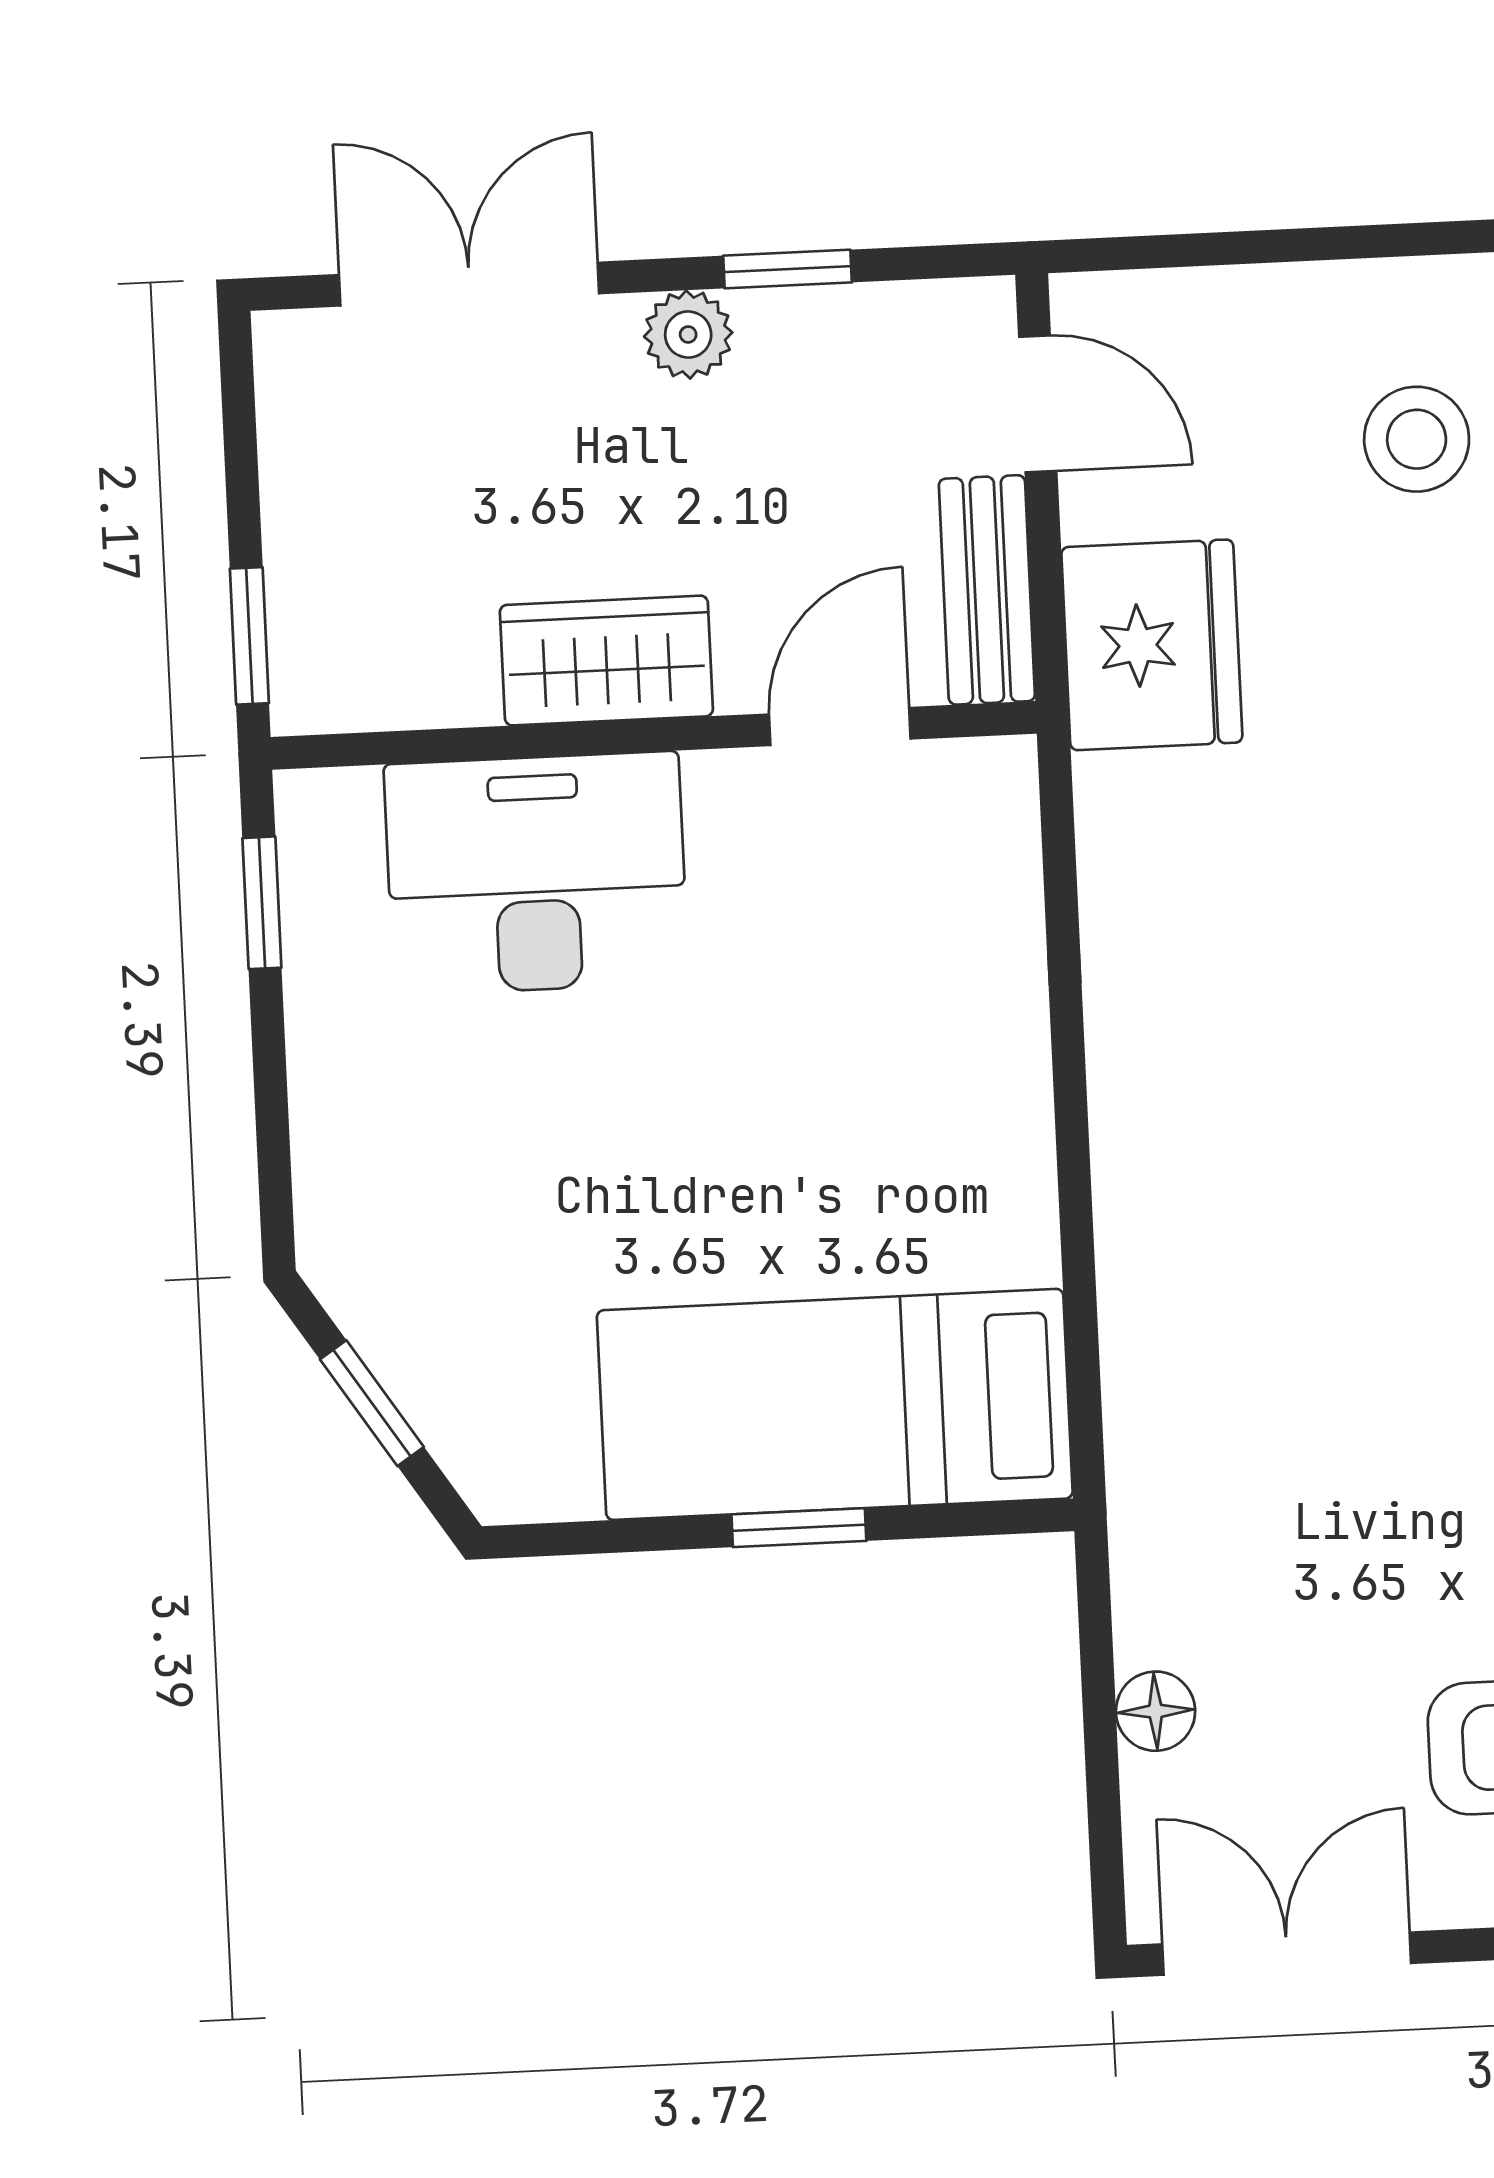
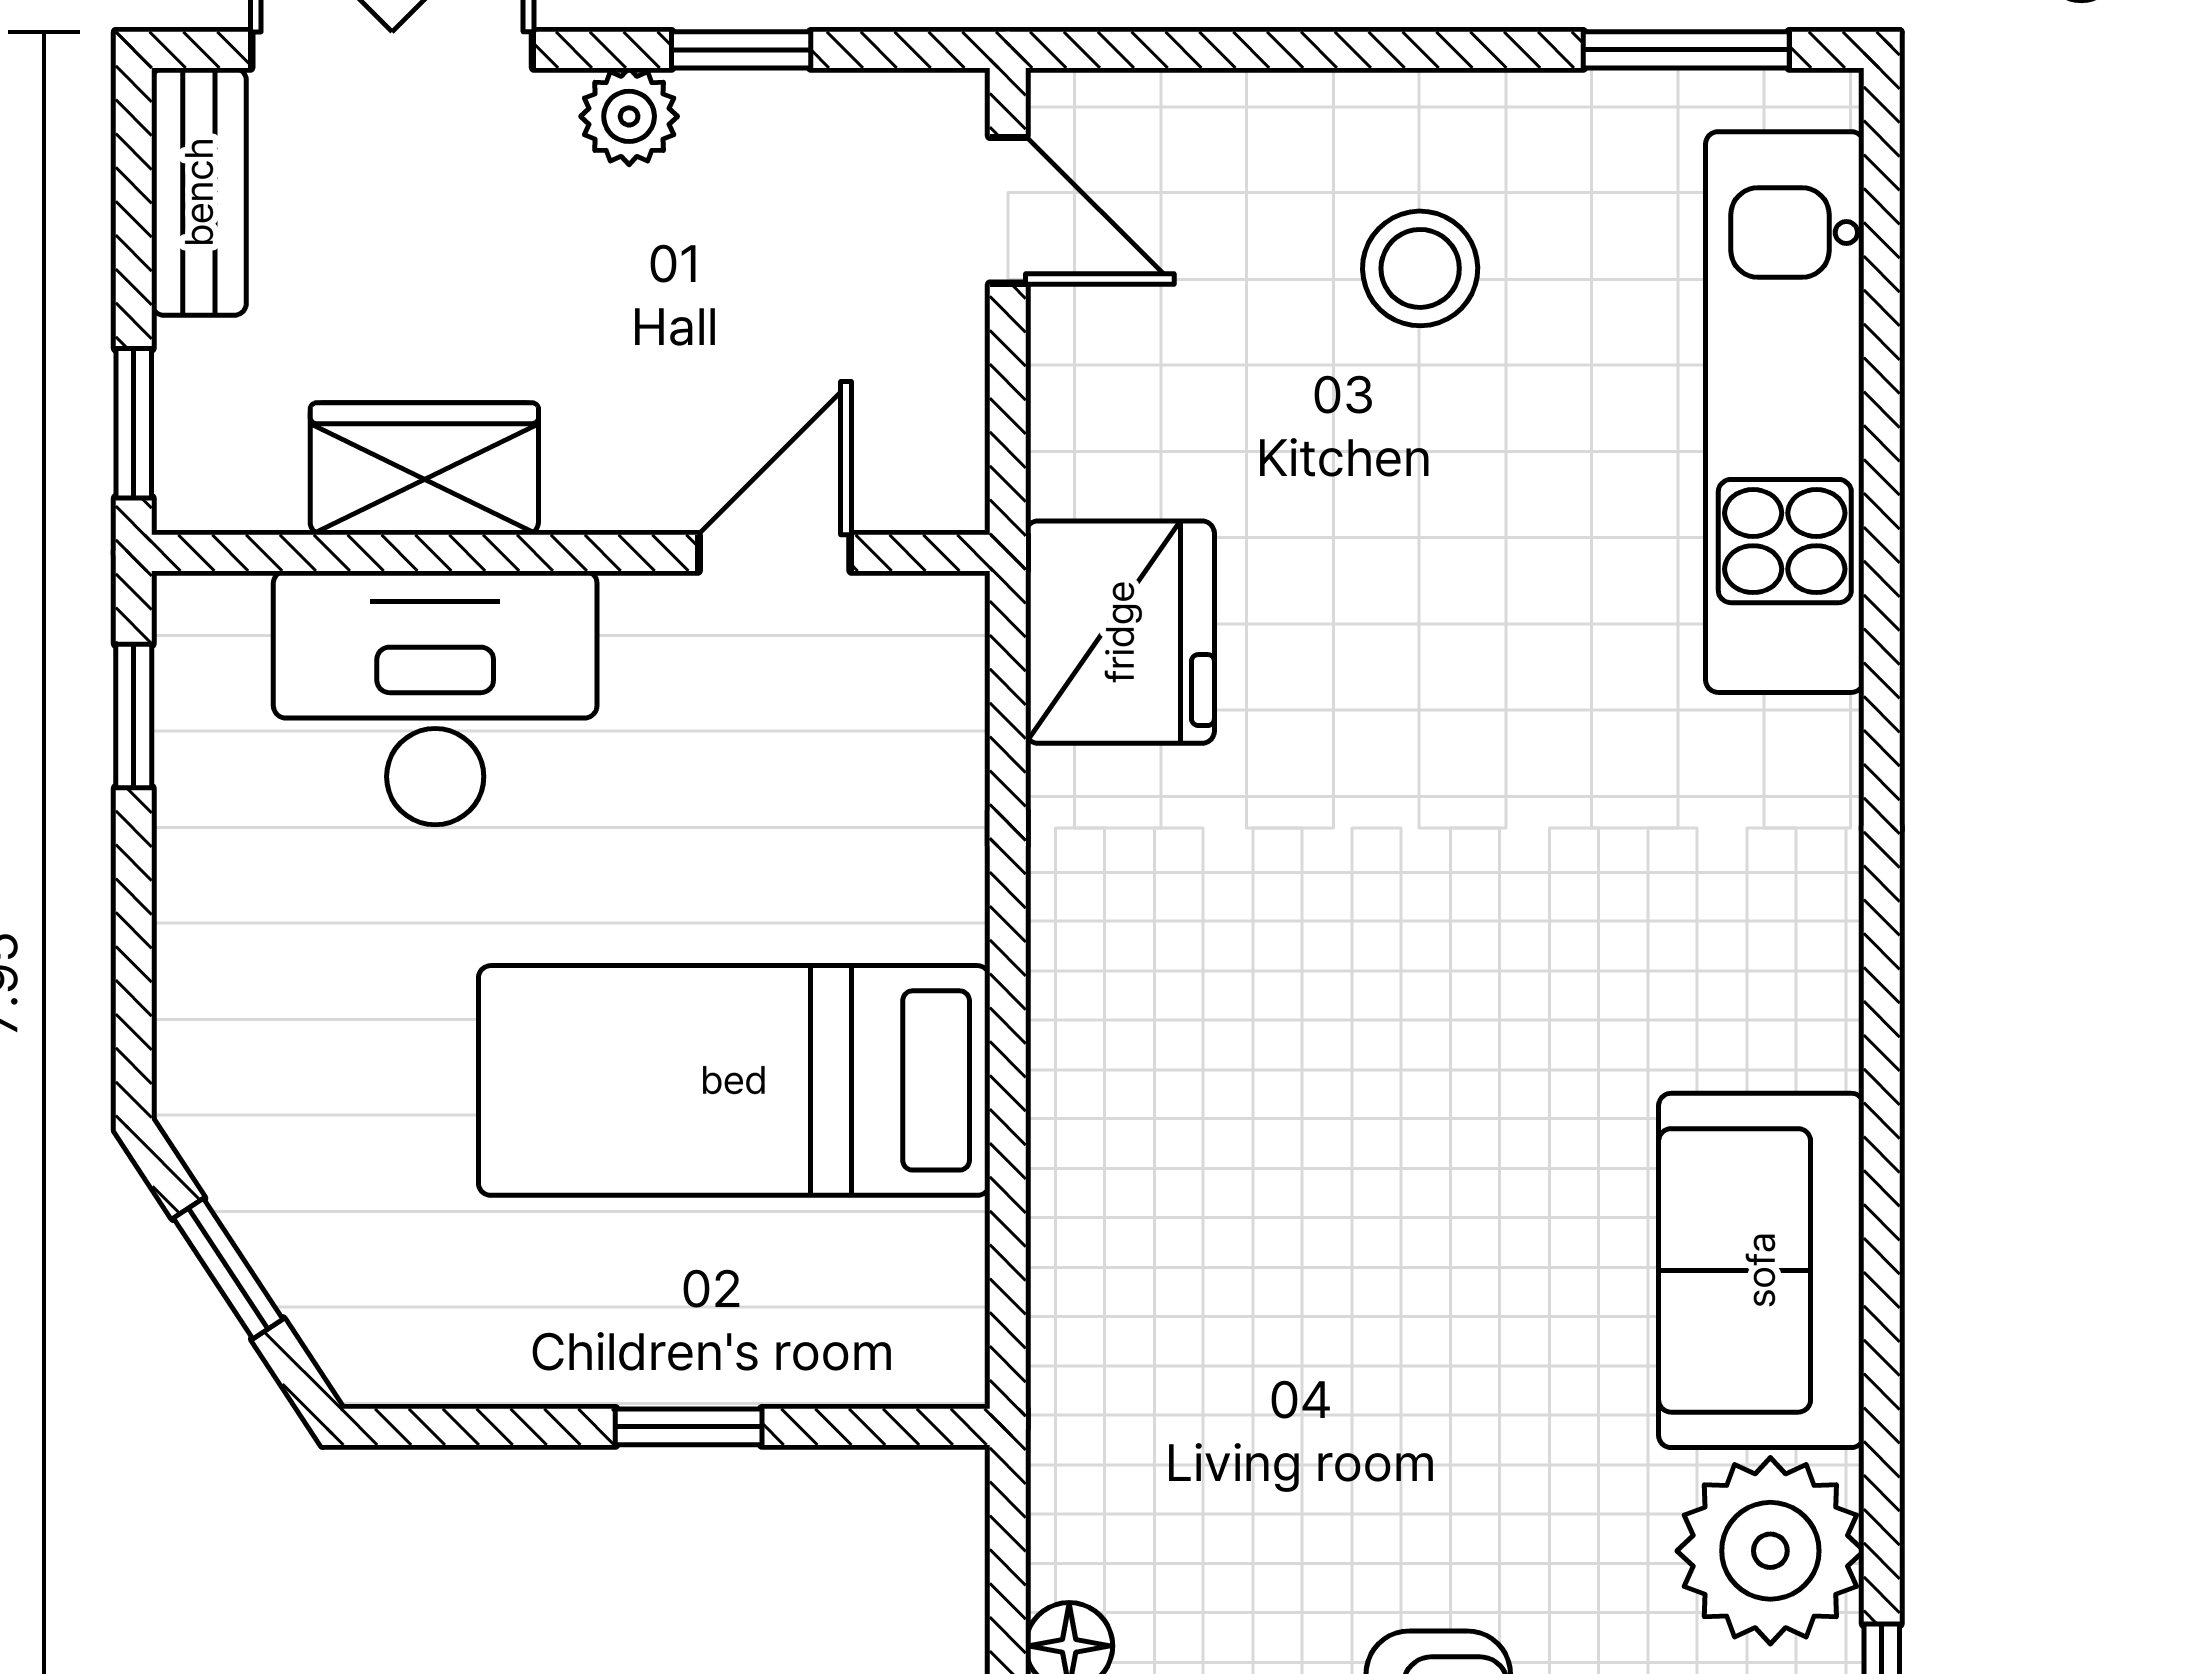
bench: (987, 590) -> (199, 192), moved
fridge: (1152, 645) -> (1120, 632), moved
wardrobe: (606, 661) -> (424, 469), moved
bed: (835, 1404) -> (734, 1080), moved

